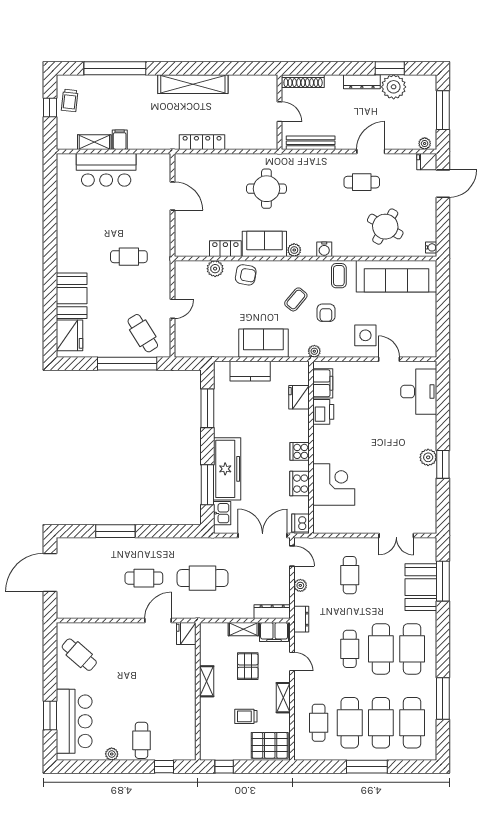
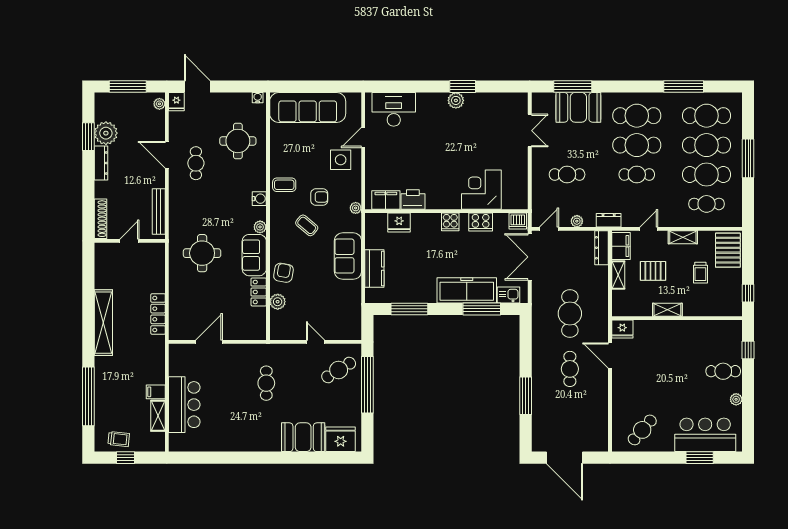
round table: (385, 227) -> (238, 141), turned -30
sofa: (397, 276) -> (308, 107), moved, turned 90

